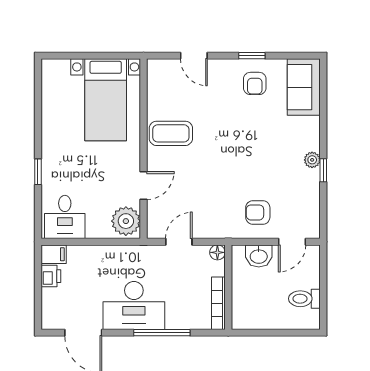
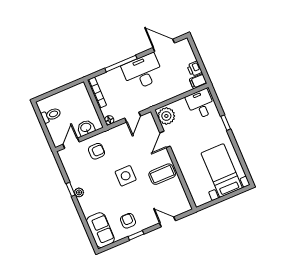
bed with nightstands: (106, 100) -> (222, 170), moved
side table: (229, 155) -> (126, 176), added

